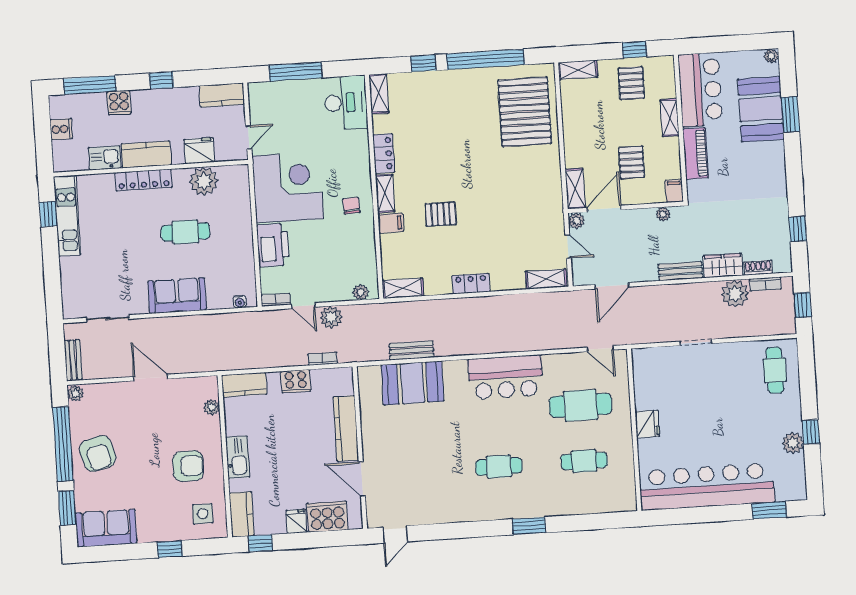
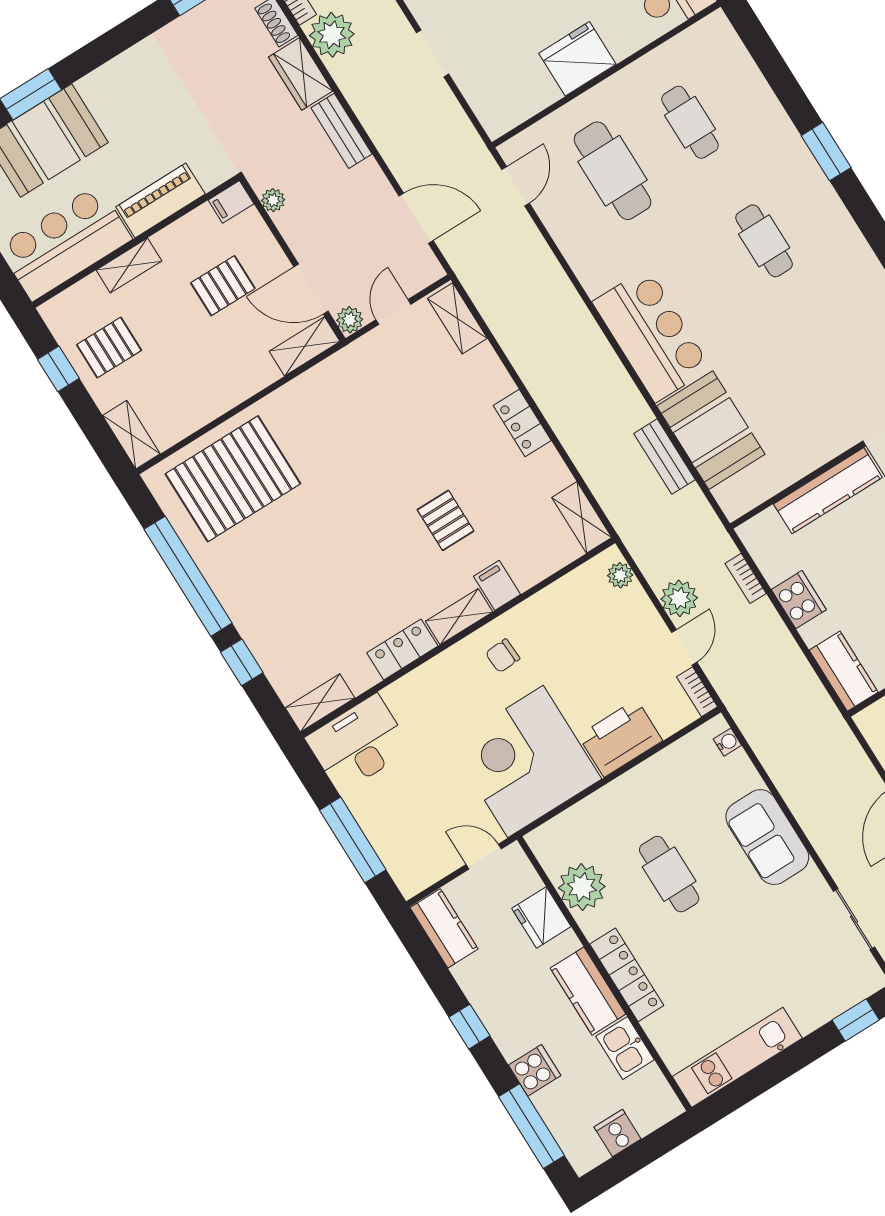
window: (48, 214) -> (856, 1020), moved
bar counter: (505, 377) -> (652, 335), moved
fridge: (647, 424) -> (577, 59), width x1.36, depth x1.34

